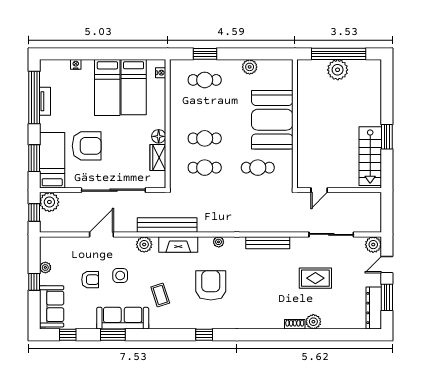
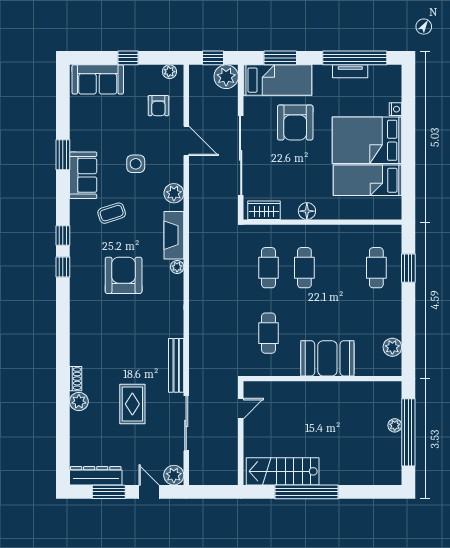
plant: (250, 67) -> (392, 347), moved
plant: (338, 70) -> (395, 425), width x0.53, depth x0.53
nightstand: (161, 73) -> (385, 214), removed
bed: (107, 88) -> (367, 140), width x1.50
booth: (272, 120) -> (327, 358), width x0.73, depth x0.70
window: (387, 137) -> (306, 492), width x2.11
wardrobe: (158, 158) -> (264, 210), moved
door: (319, 190) -> (241, 409), swing flipped
bench: (167, 225) -> (198, 222), removed
plant: (219, 242) -> (177, 267), moved
bench: (268, 243) -> (176, 365), moved
plant: (45, 267) -> (169, 72), moved
armchair: (90, 280) -> (158, 106), moved
armchair: (211, 285) -> (124, 275), turned -90
sofa: (123, 318) -> (83, 175), width x0.73
window: (68, 335) -> (63, 236), moved

